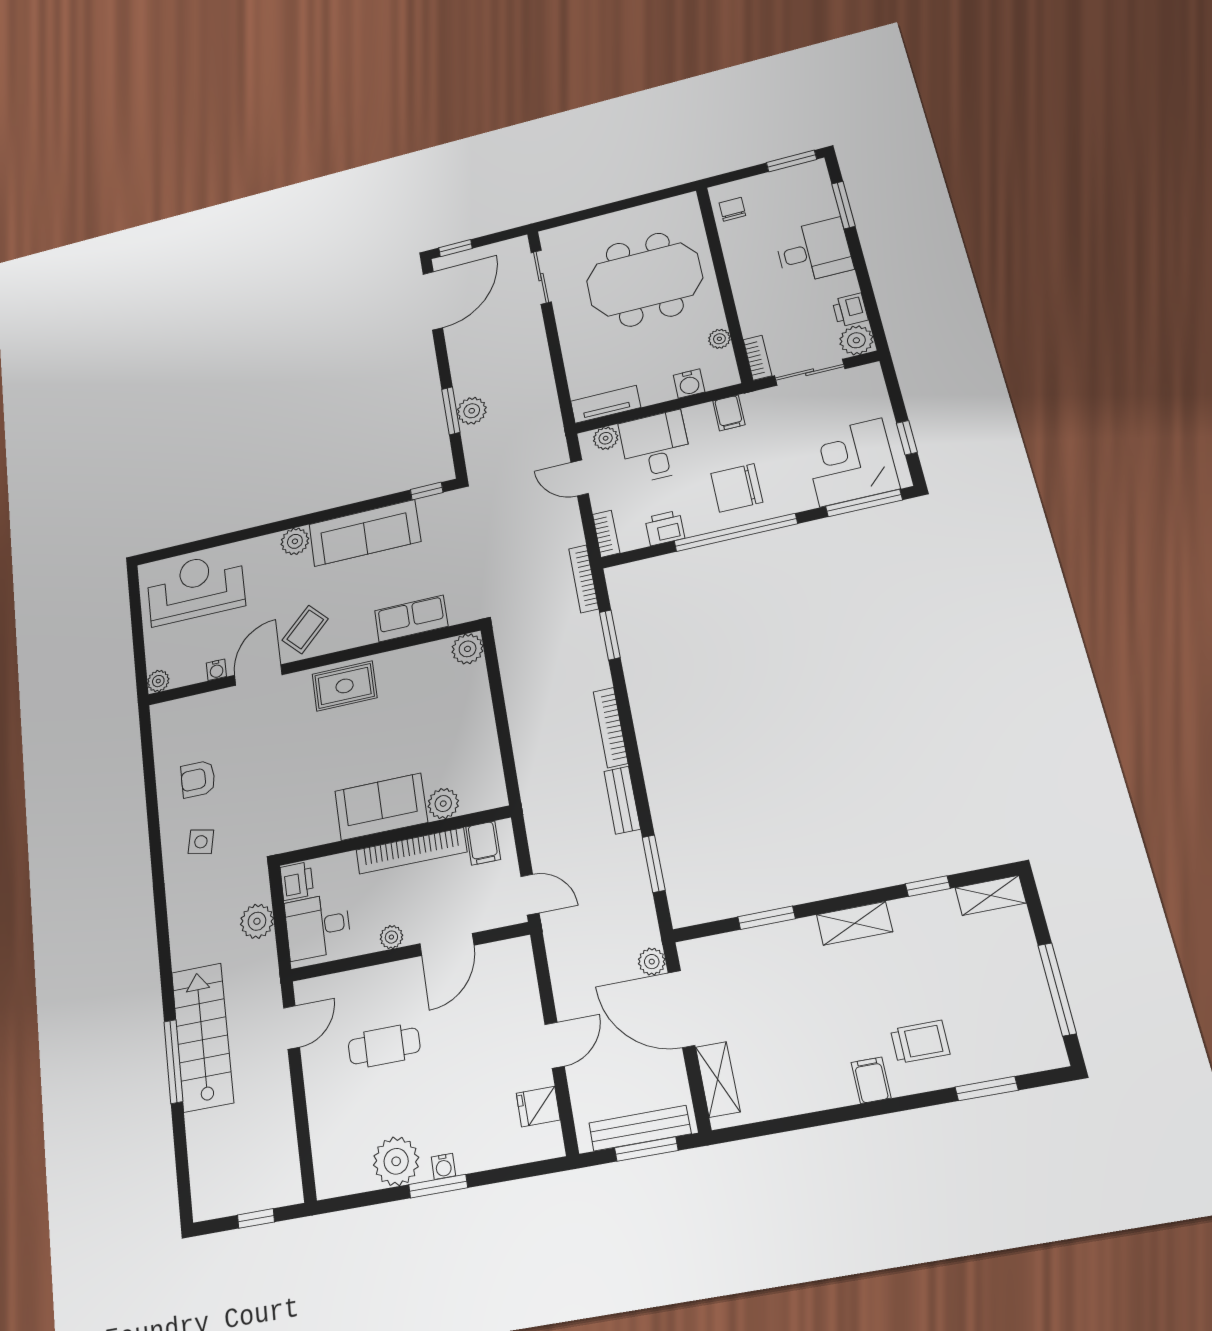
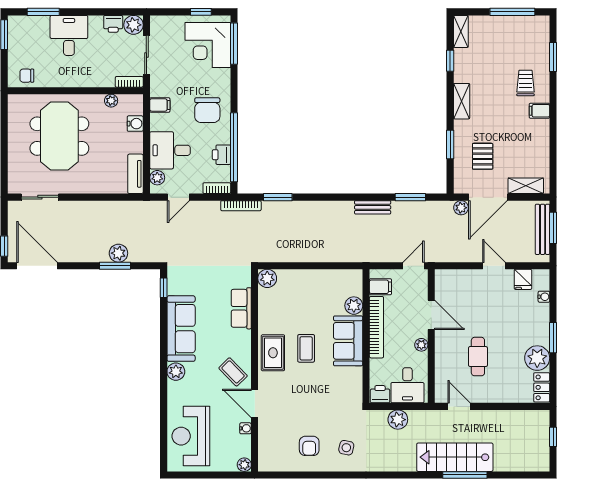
window: (736, 532) -> (234, 147), moved
bookcase: (611, 727) -> (331, 206), removed
coffee table: (359, 739) -> (306, 348), added
pallet: (757, 984) -> (483, 156), added
water cooler: (443, 1166) -> (544, 297), moved
locker: (343, 1180) -> (542, 387), added

